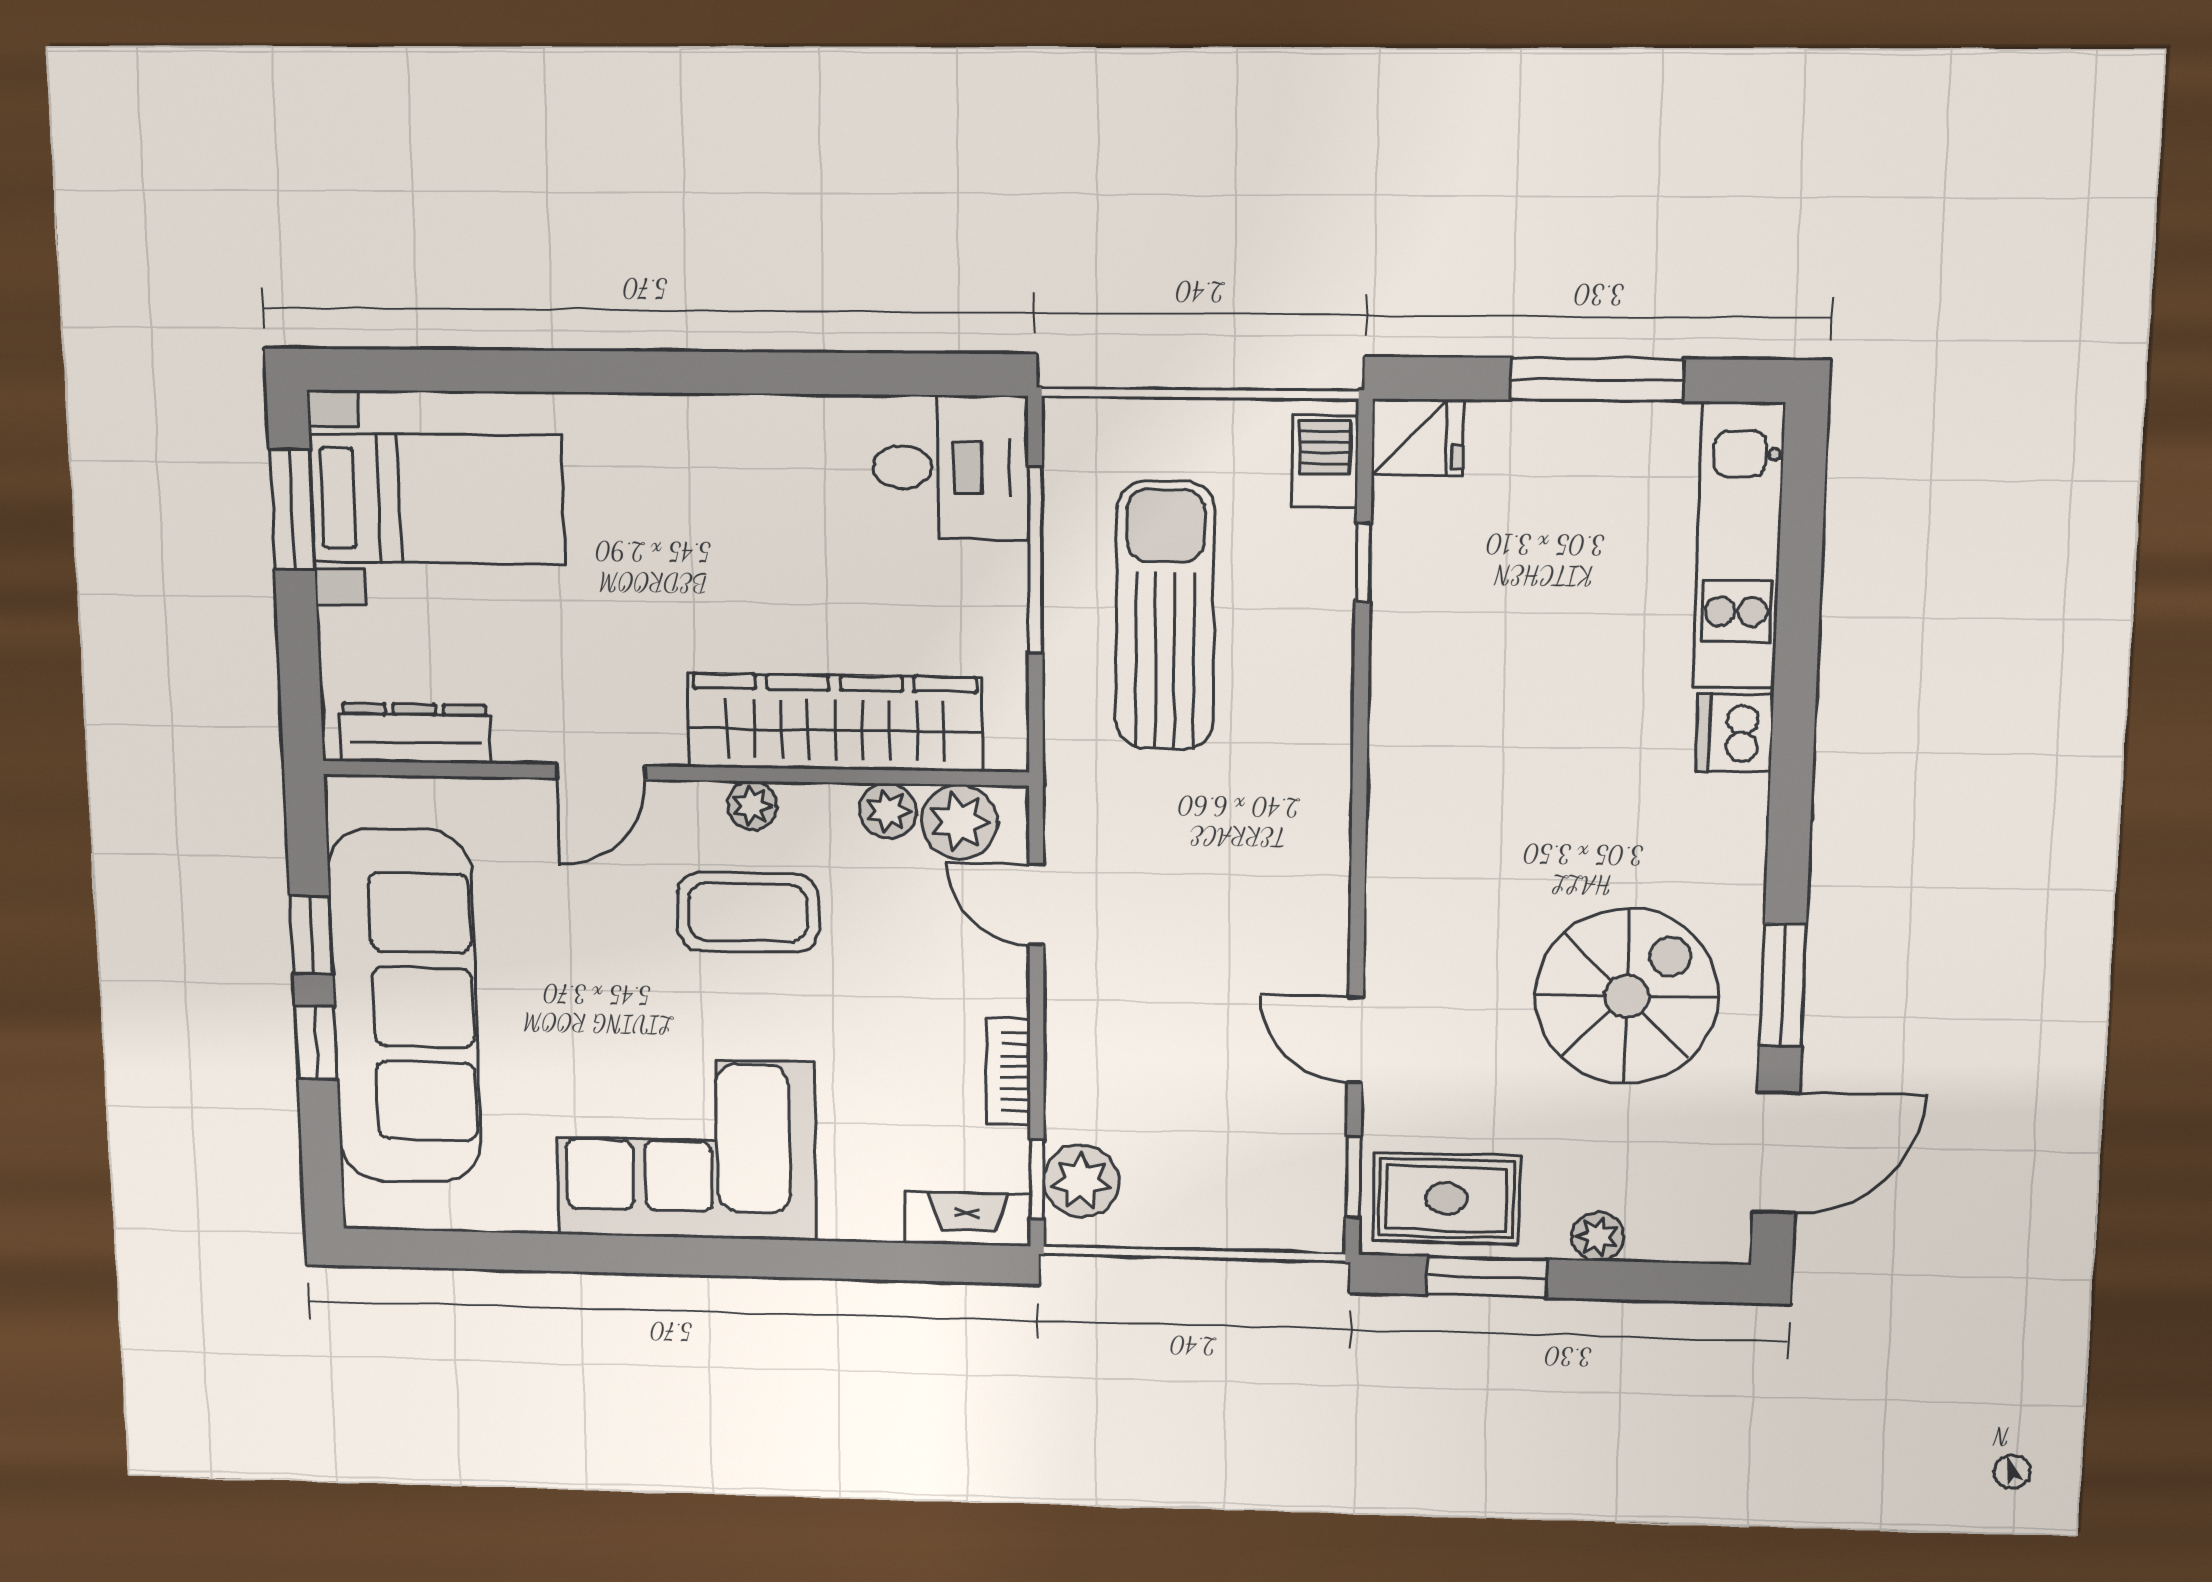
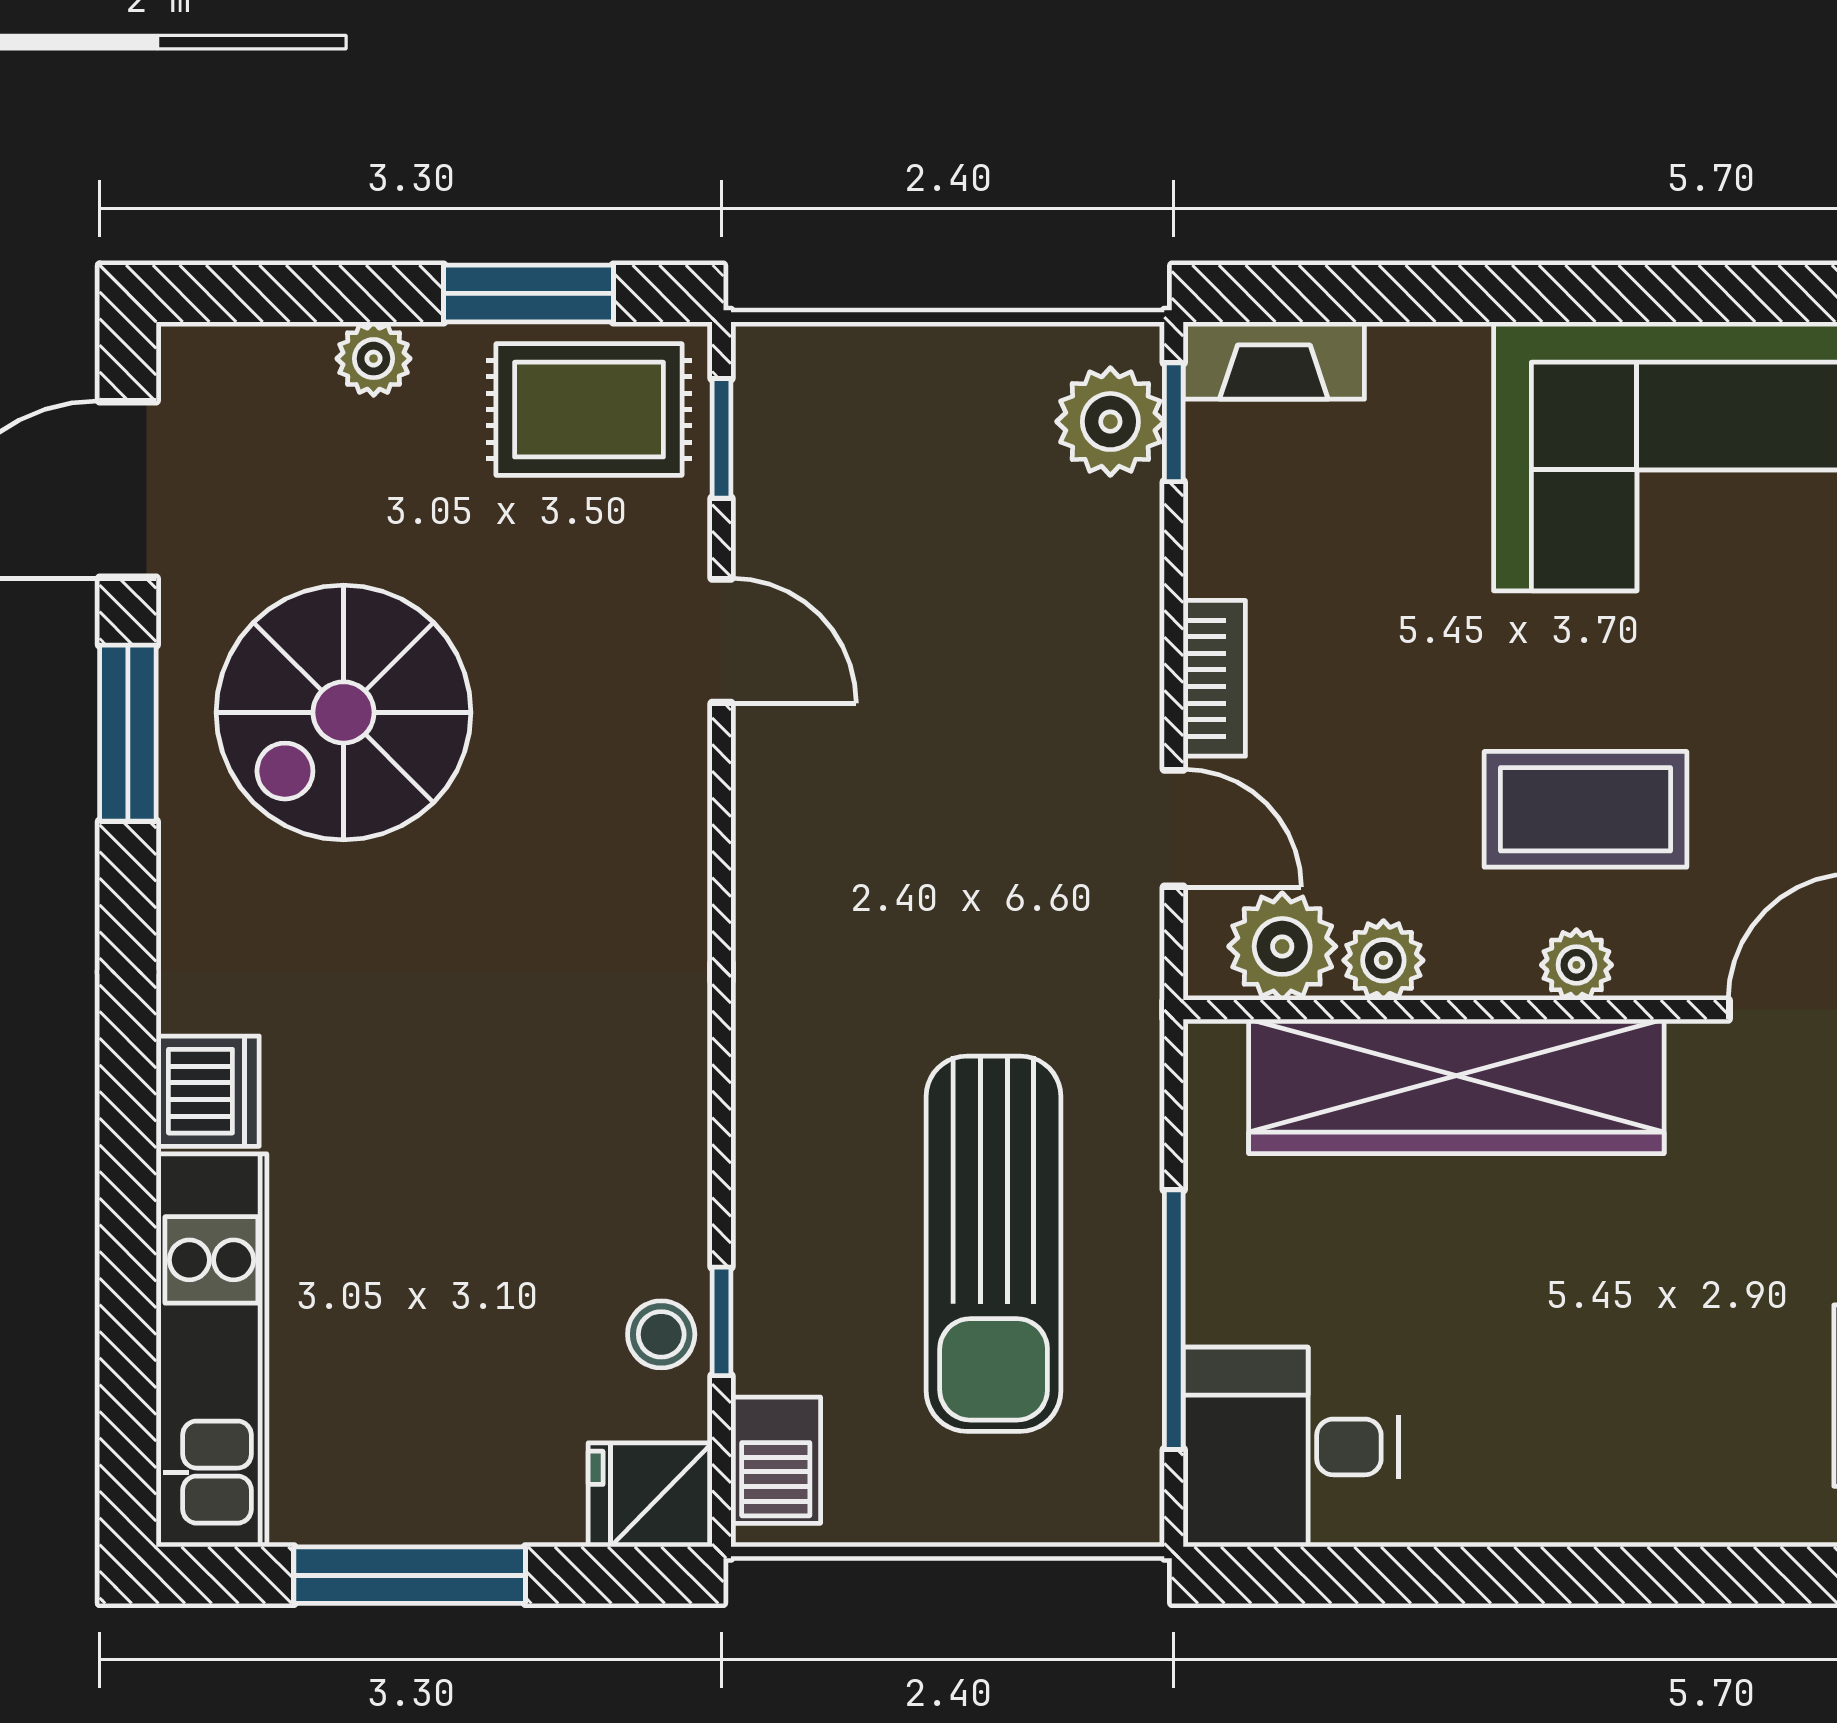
stool: (1407, 554) -> (661, 1334), added
bookcase: (1008, 1072) -> (1214, 678), moved

